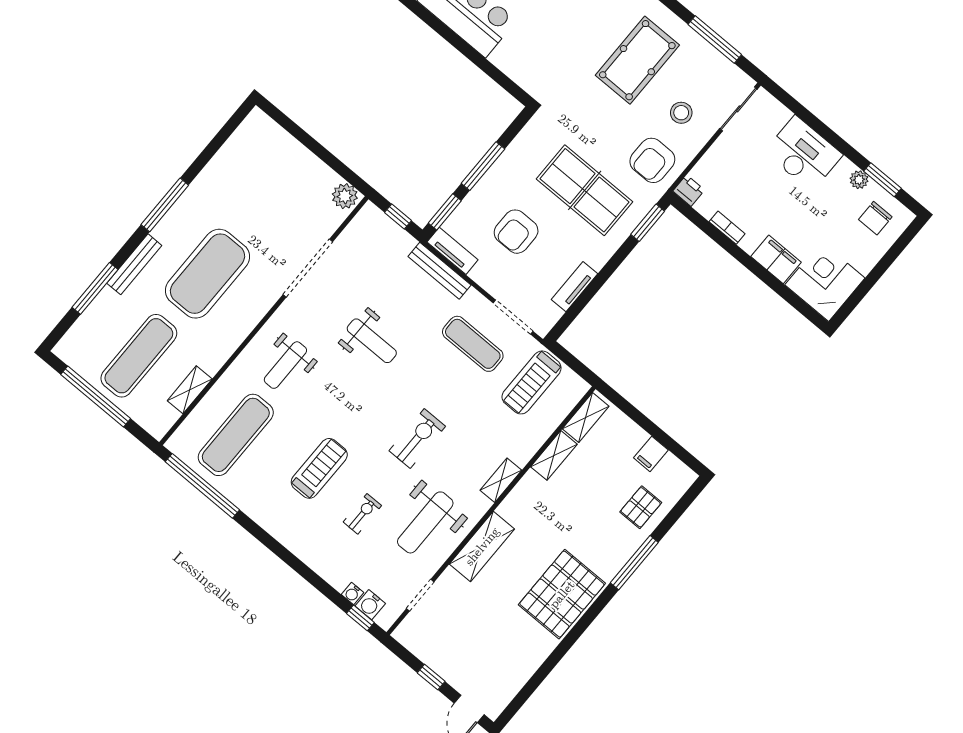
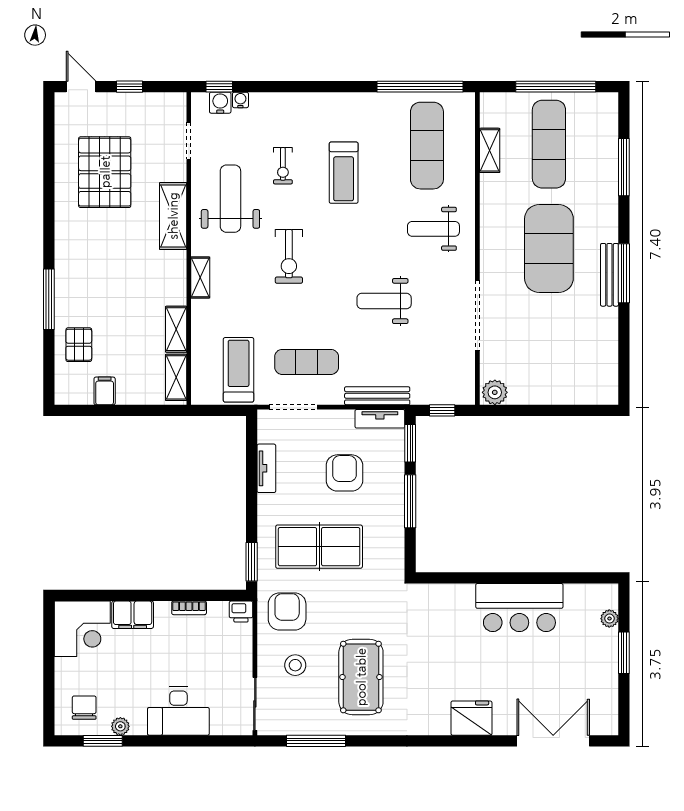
bench: (134, 264) -> (610, 275), moved
weight bench: (285, 365) -> (433, 229), turned -90
pallet: (562, 594) -> (105, 172), moved

